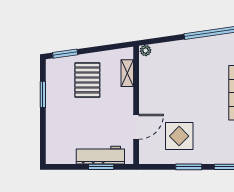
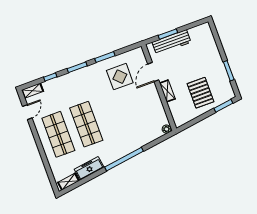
shelving: (127, 73) -> (167, 91), moved

